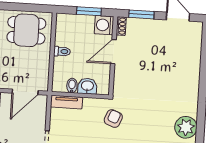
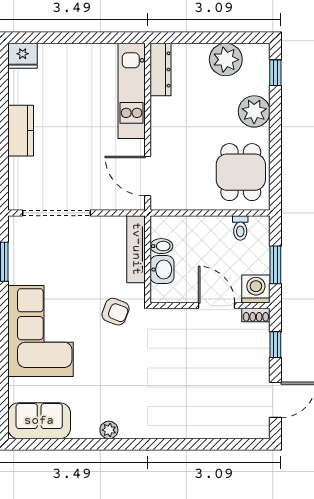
window: (141, 14) -> (275, 345), width x0.67
toilet: (62, 51) -> (240, 228), moved
tv unit: (67, 102) -> (136, 249), width x1.41
plant: (186, 127) -> (109, 430), width x0.53, depth x0.53

